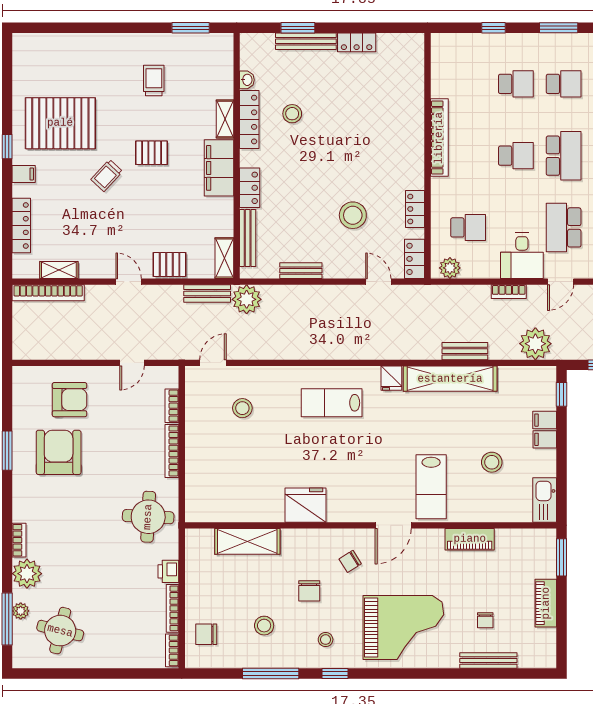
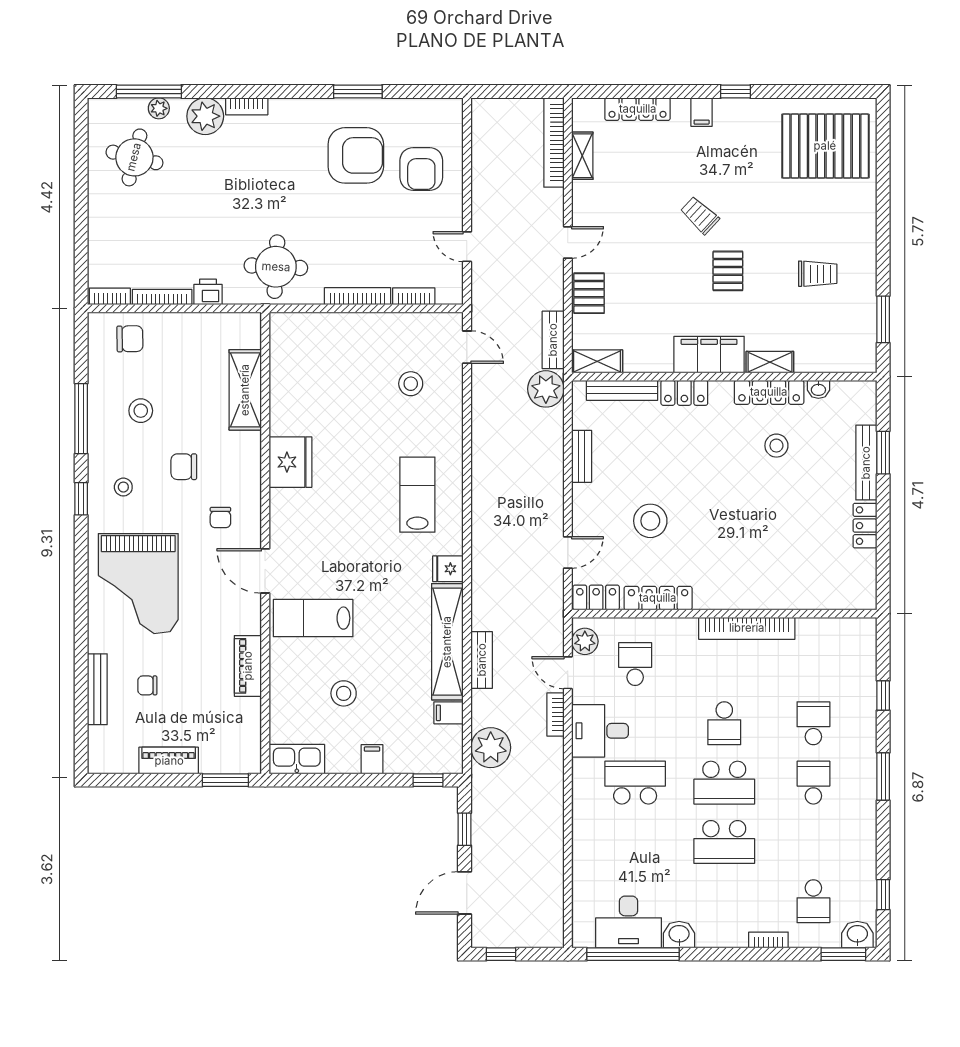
school desk: (516, 84) -> (813, 723), turned 180
school desk: (564, 84) -> (813, 783), turned 180
pallet: (60, 123) -> (825, 146), moved, turned 90
locker: (415, 209) -> (658, 598), width x1.53
school desk: (468, 227) -> (635, 664), turned 180
door: (561, 282) -> (568, 673), moved
filing cabinet: (545, 420) -> (449, 713), moved, turned -90
chair: (350, 561) -> (220, 518), turned -148
chair: (206, 634) -> (130, 339), turned 89

